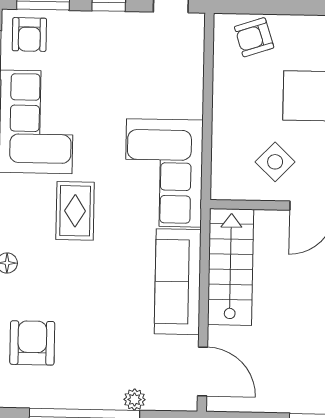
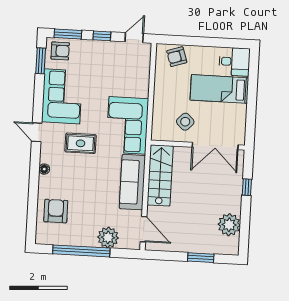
armchair: (29, 34) -> (60, 51), turned -90
rug: (75, 211) -> (81, 143), turned 90
plant: (134, 399) -> (108, 237), width x1.88, depth x1.88

